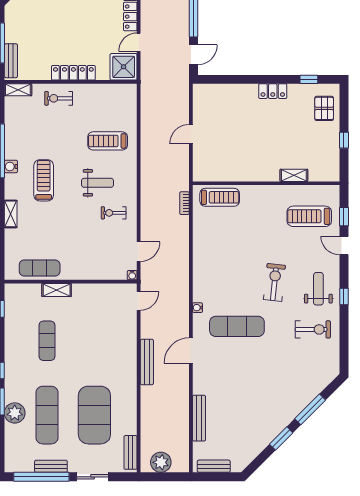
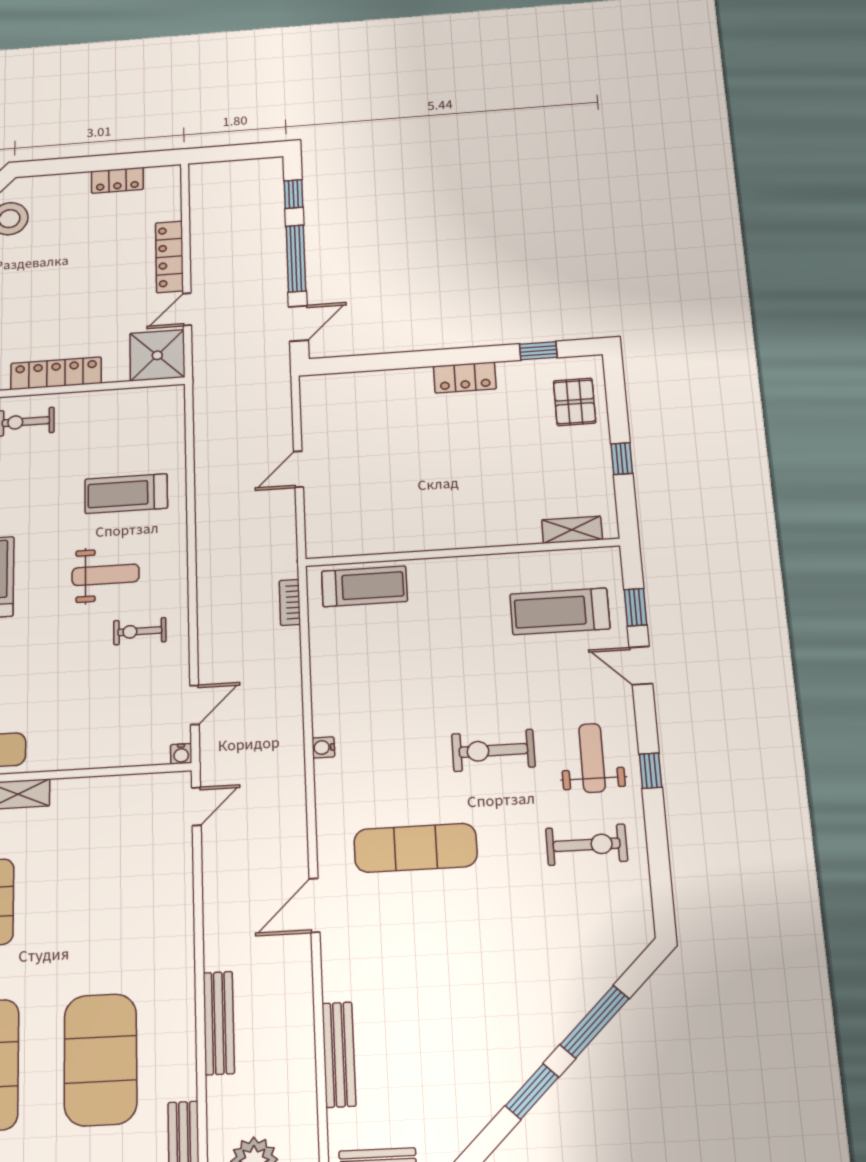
shelving: (294, 175) -> (572, 530), moved
exercise bike: (274, 282) -> (493, 750), turned -96
water cooler: (197, 308) -> (323, 747), moved
bench: (147, 362) -> (219, 1023), moved

